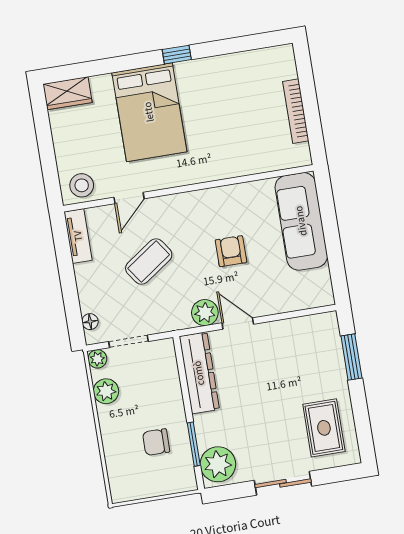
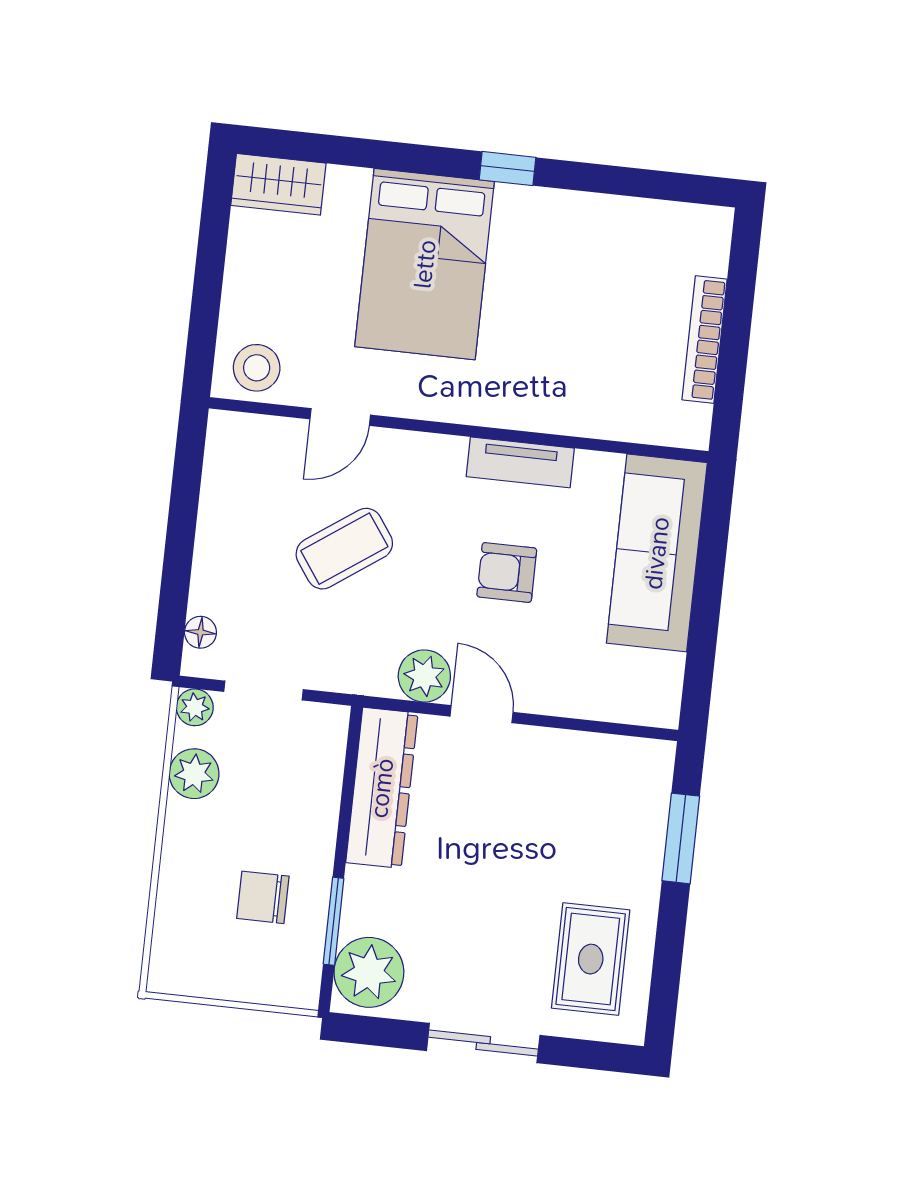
tv unit: (78, 236) -> (520, 462), moved, turned 90
armchair: (231, 251) -> (507, 572), turned -90

